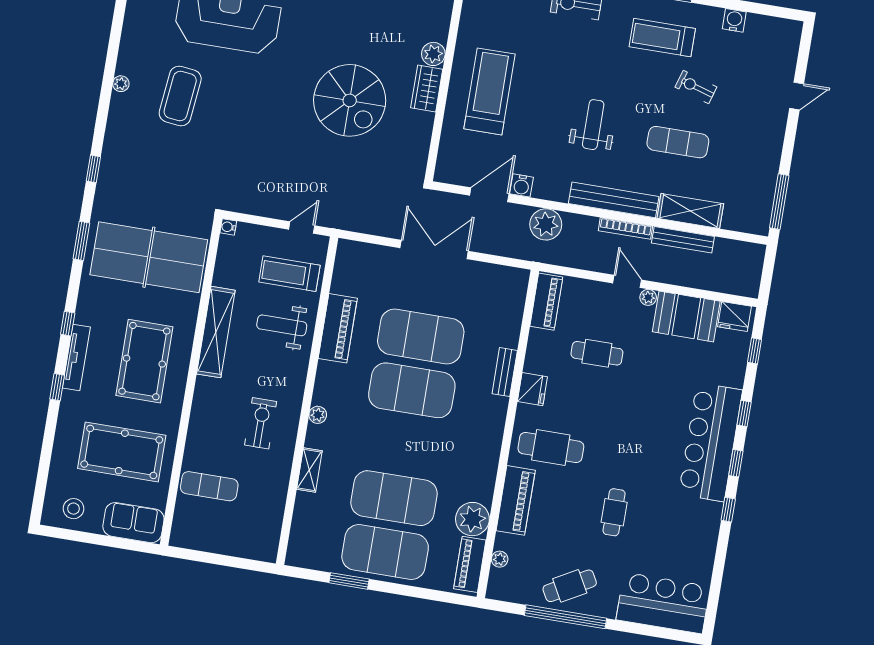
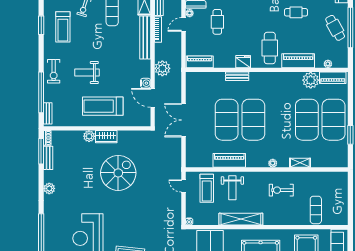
weight bench: (593, 125) -> (87, 73), moved
cafe table: (597, 353) -> (217, 22), moved

